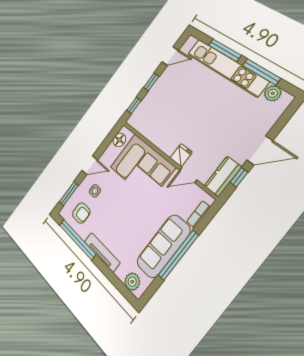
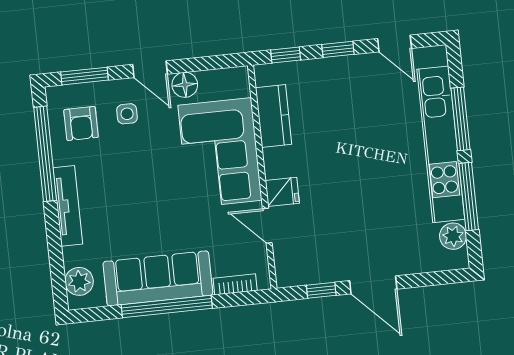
floor lamp: (119, 140) -> (185, 85), moved
kitchen counter: (223, 176) -> (274, 116), moved, turned 90

